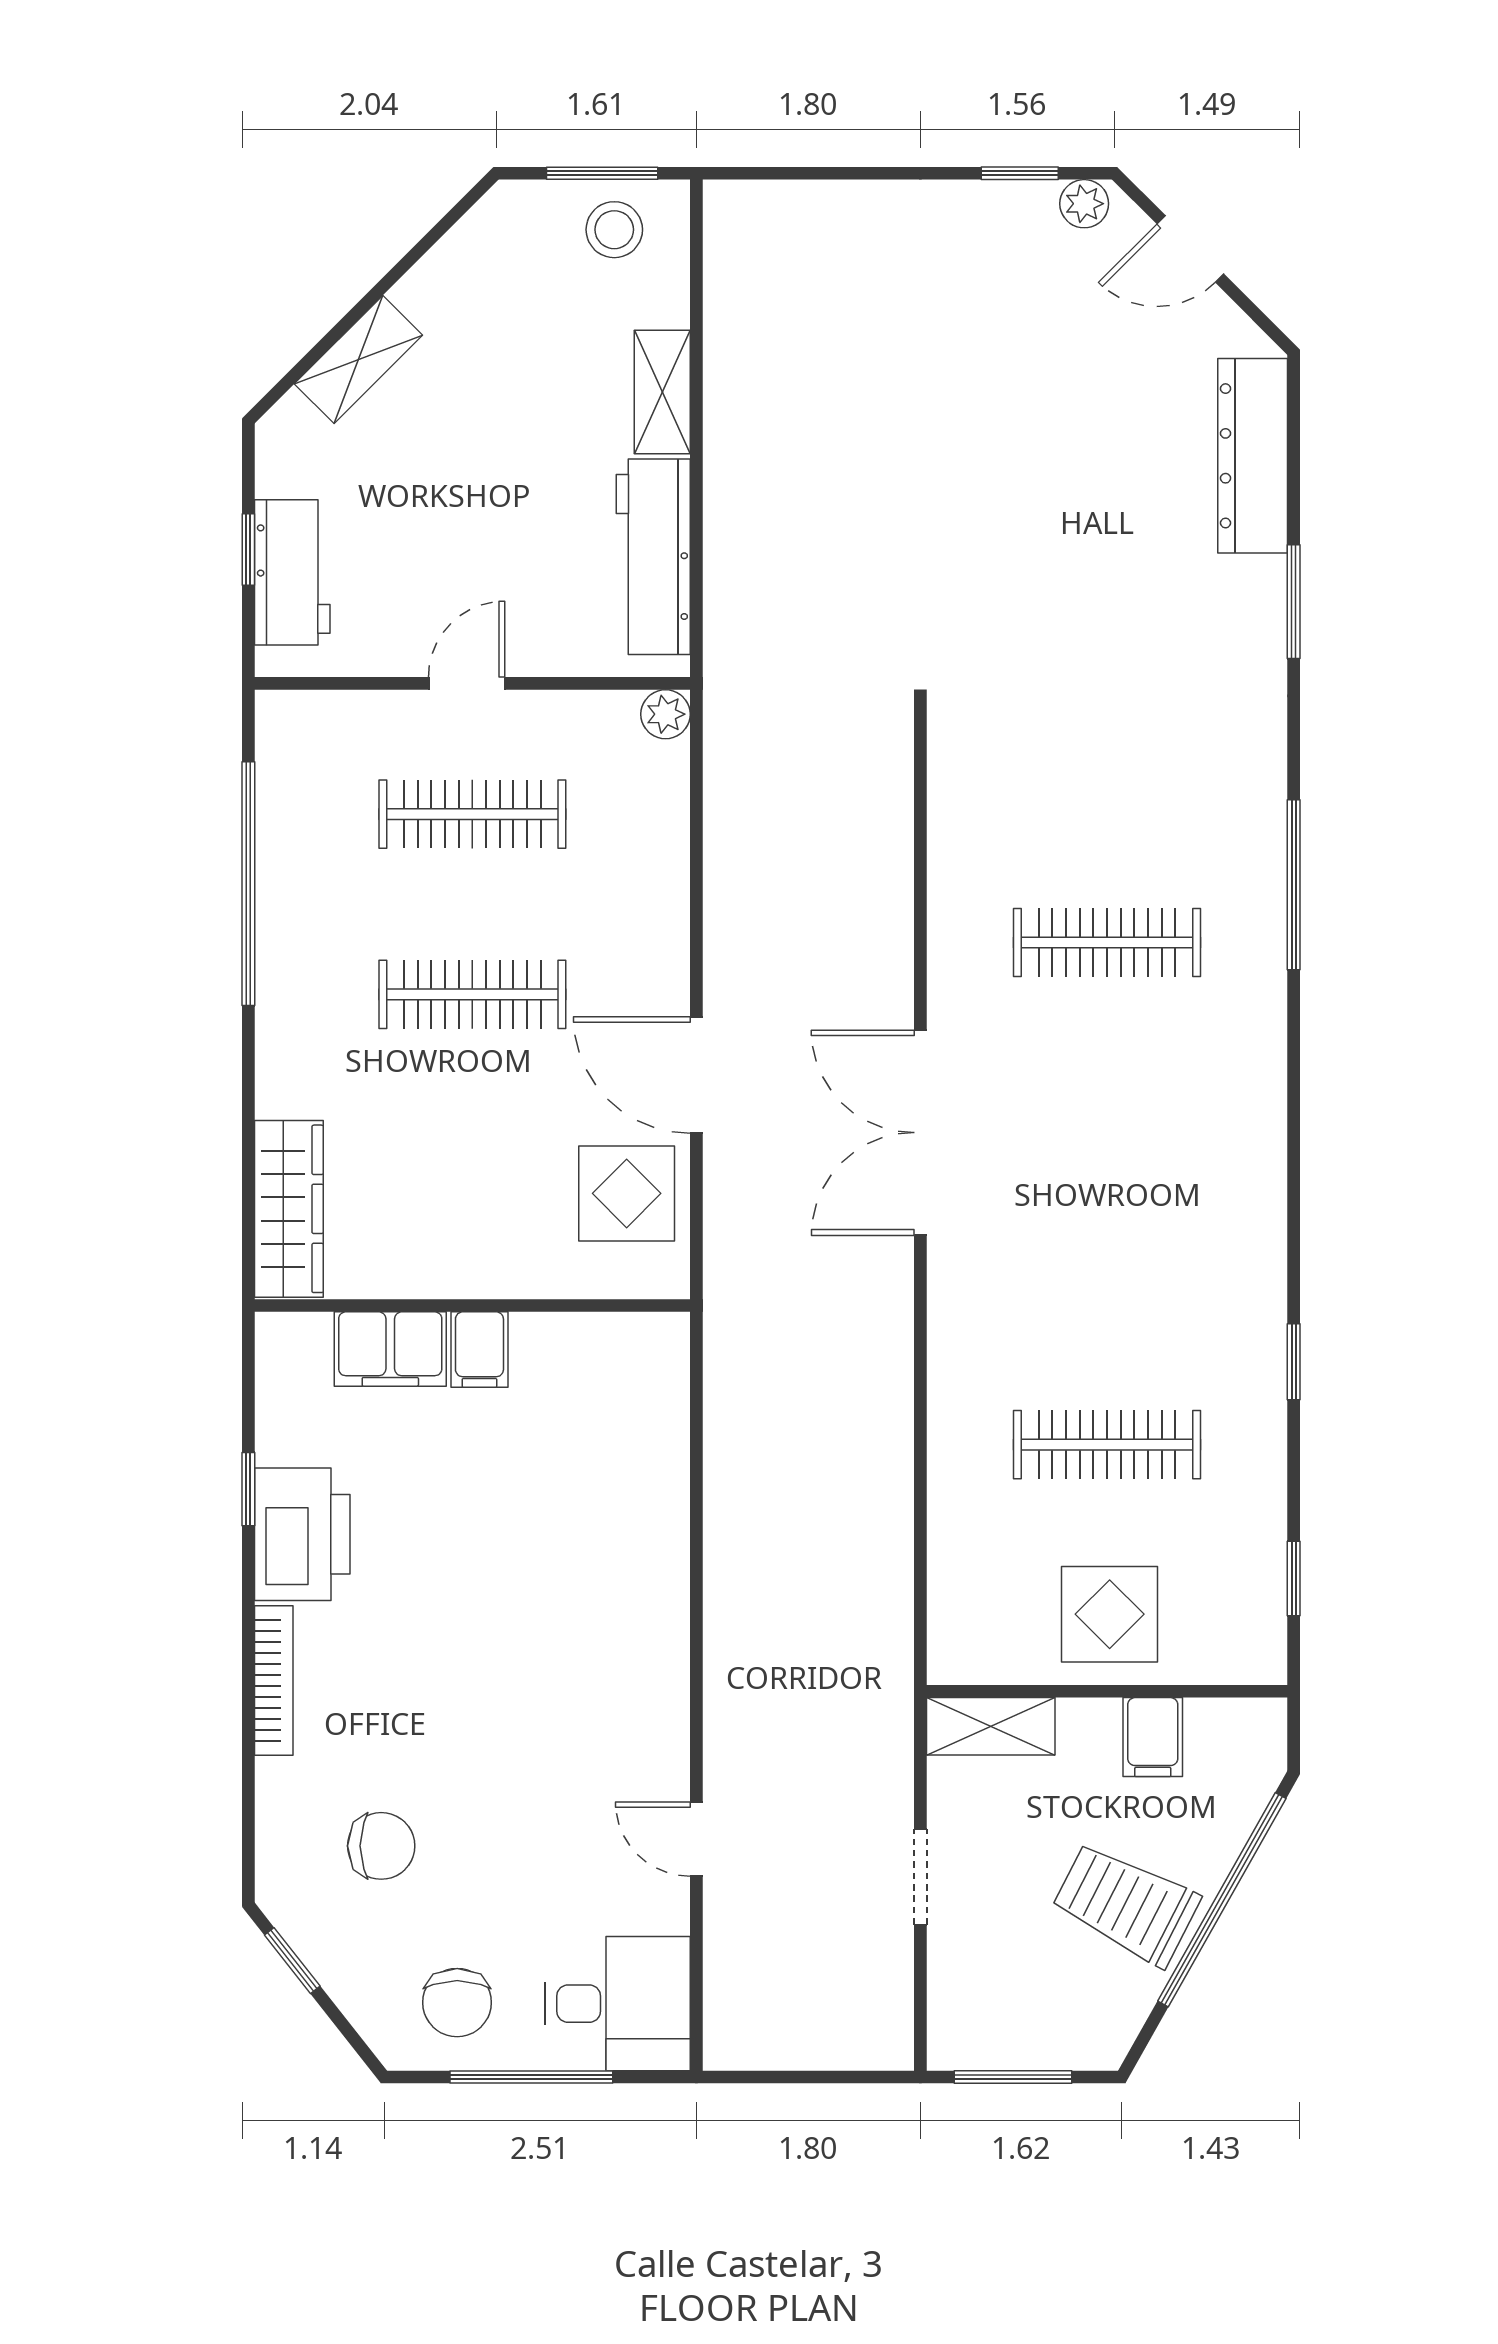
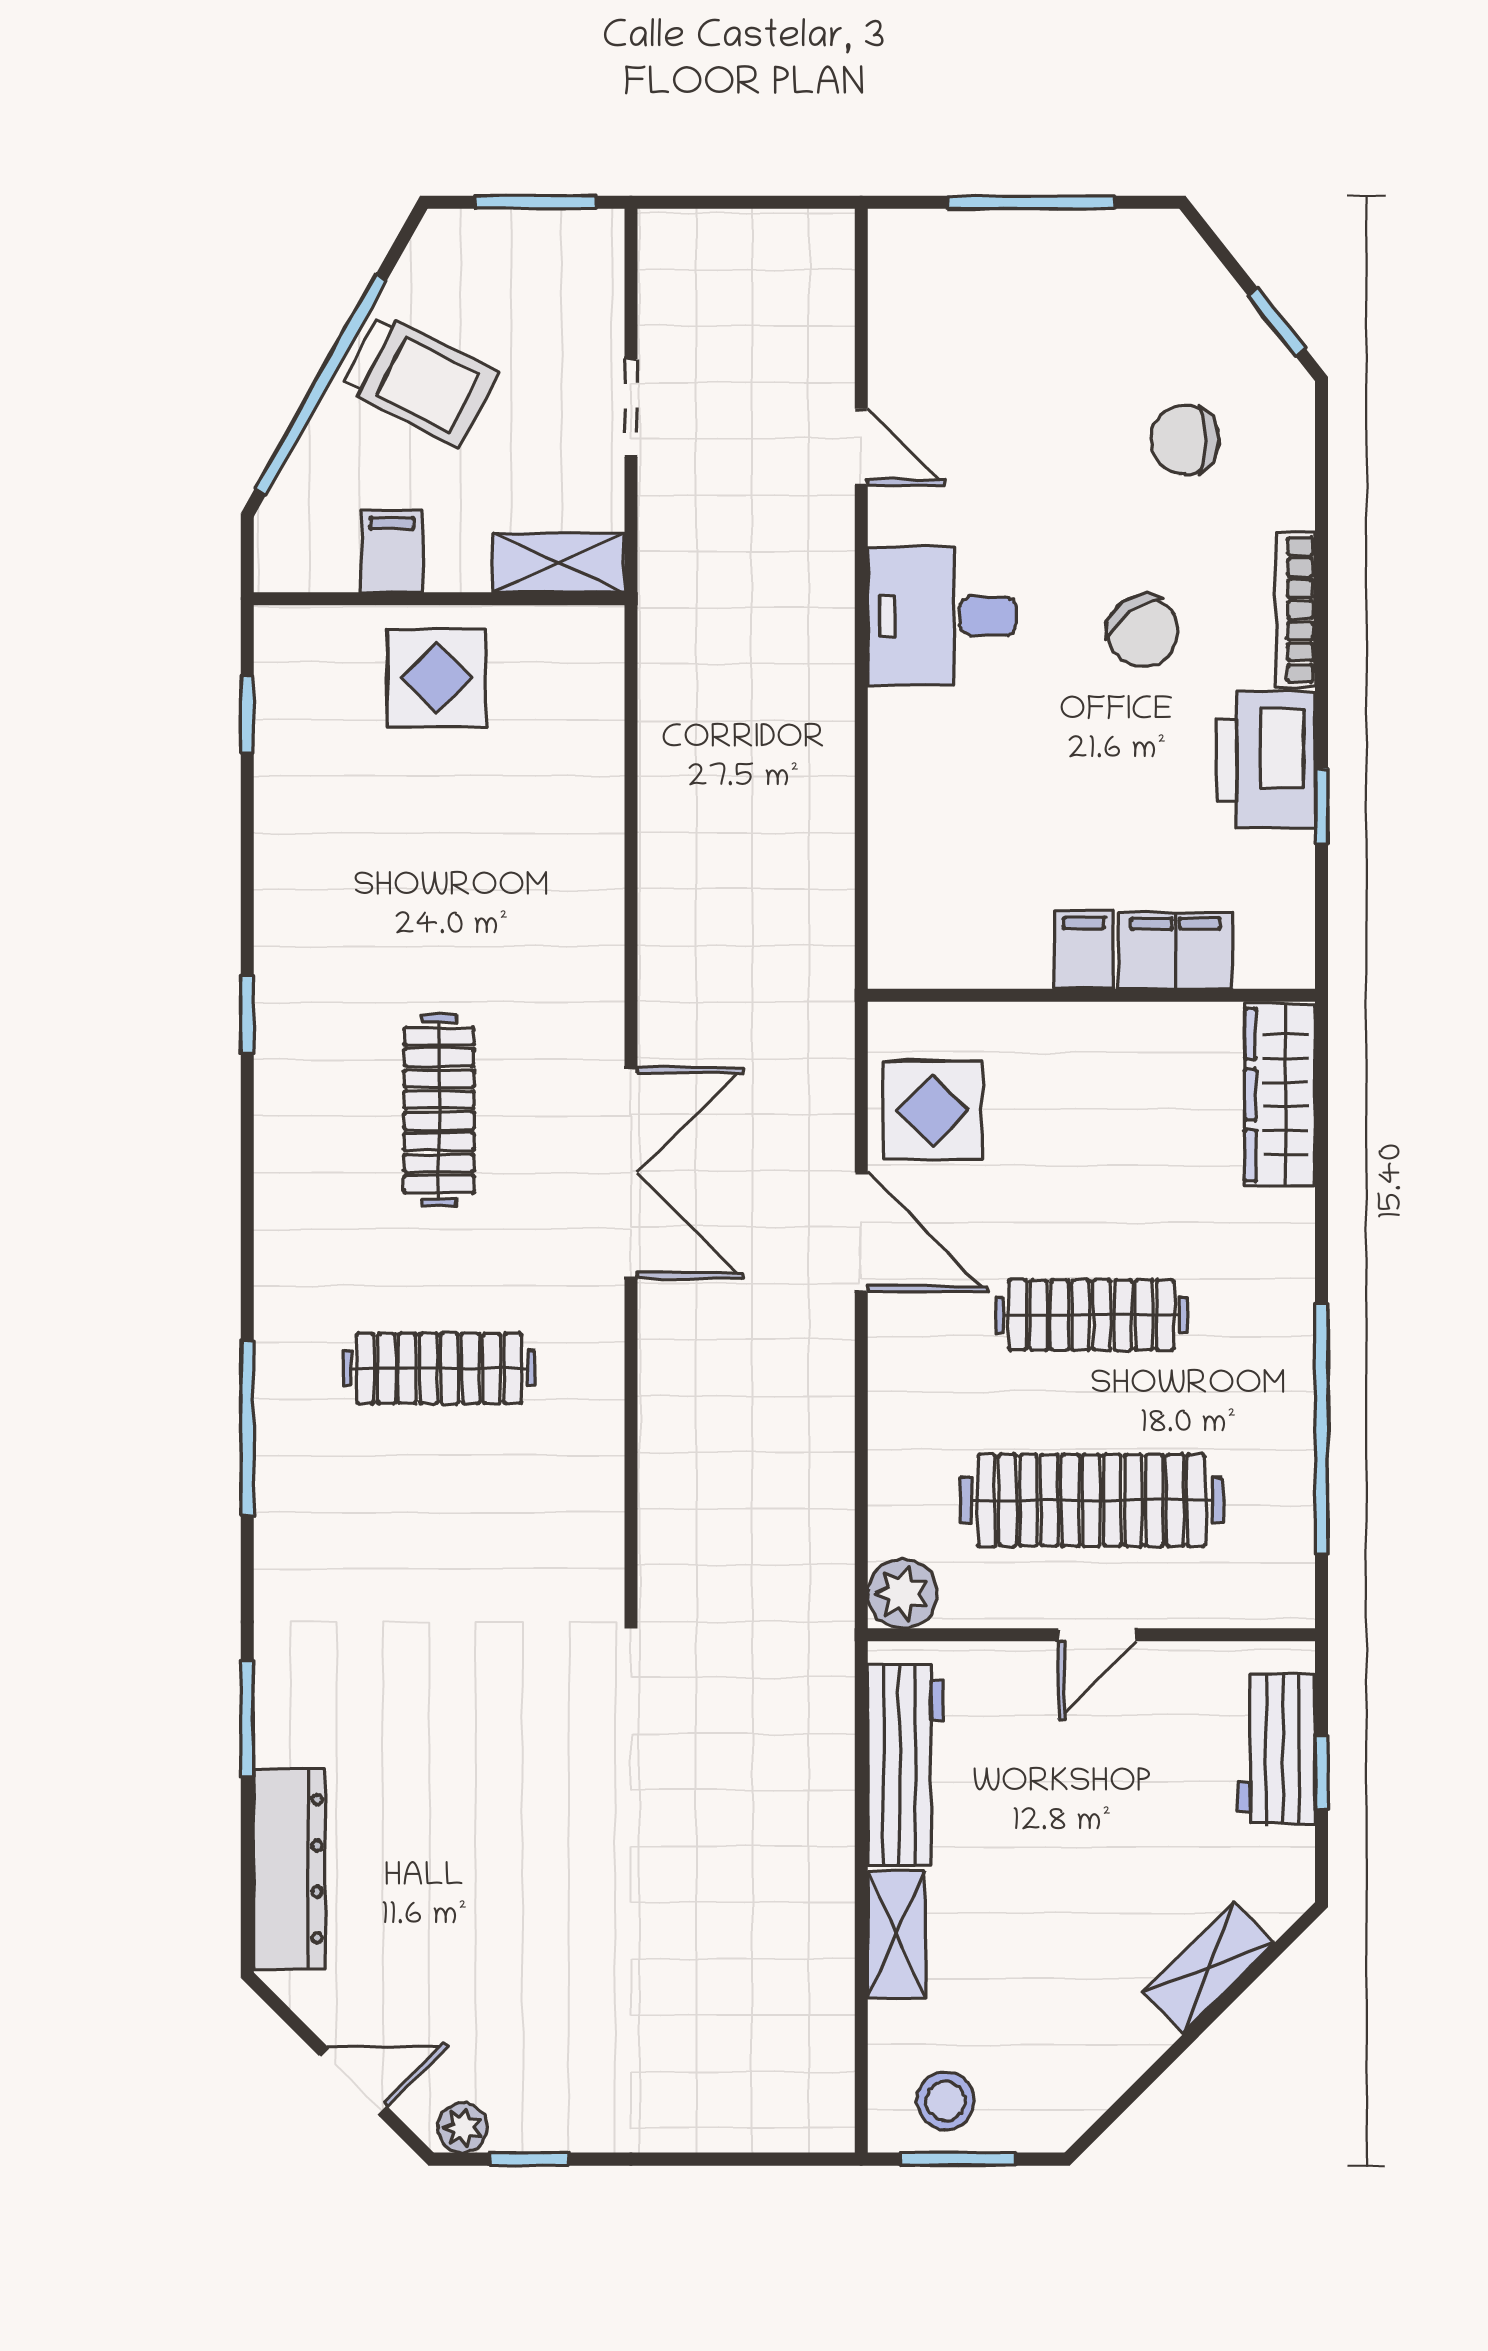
plant: (665, 714) -> (902, 1594), width x1.38, depth x1.38
clothes rail: (472, 814) -> (1091, 1500), width x1.37, depth x1.31
window: (1294, 1362) -> (247, 1014), moved
clothes rail: (1107, 1445) -> (439, 1110), moved, turned 90
chair: (457, 2003) -> (1143, 631), moved, turned 145
desk: (618, 2004) -> (942, 616), moved

